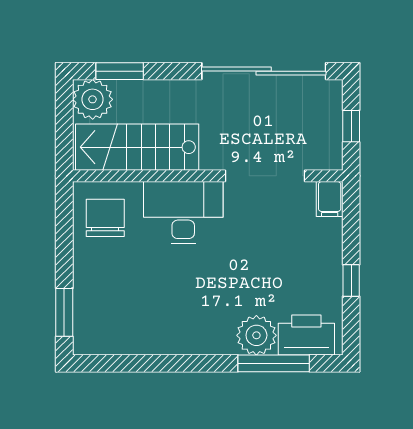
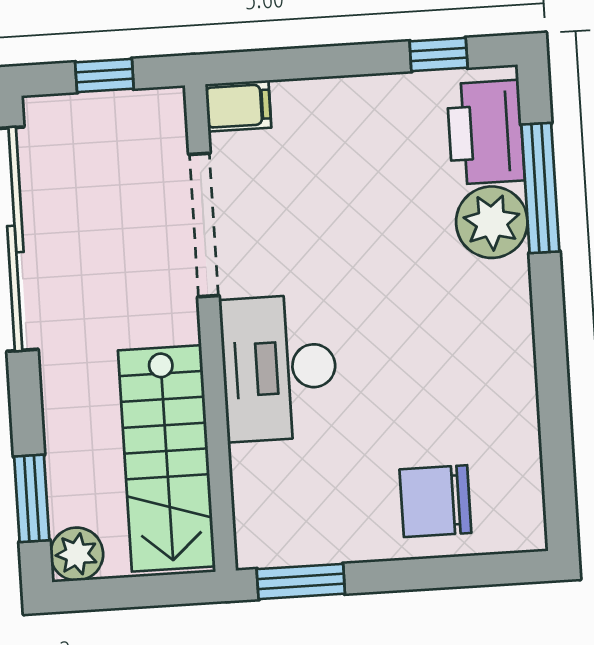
plant: (93, 99) -> (77, 554), width x0.73, depth x0.73
chair: (105, 218) -> (435, 501), moved
window: (351, 280) -> (439, 55), moved
window: (64, 312) -> (301, 581), moved

